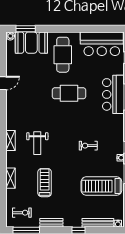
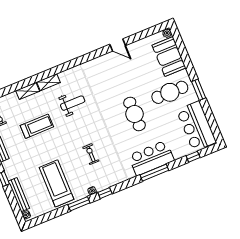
window: (26, 29) -> (199, 90), moved
shelving: (11, 140) -> (49, 82), moved
weight bench: (37, 143) -> (73, 103), turned 180

